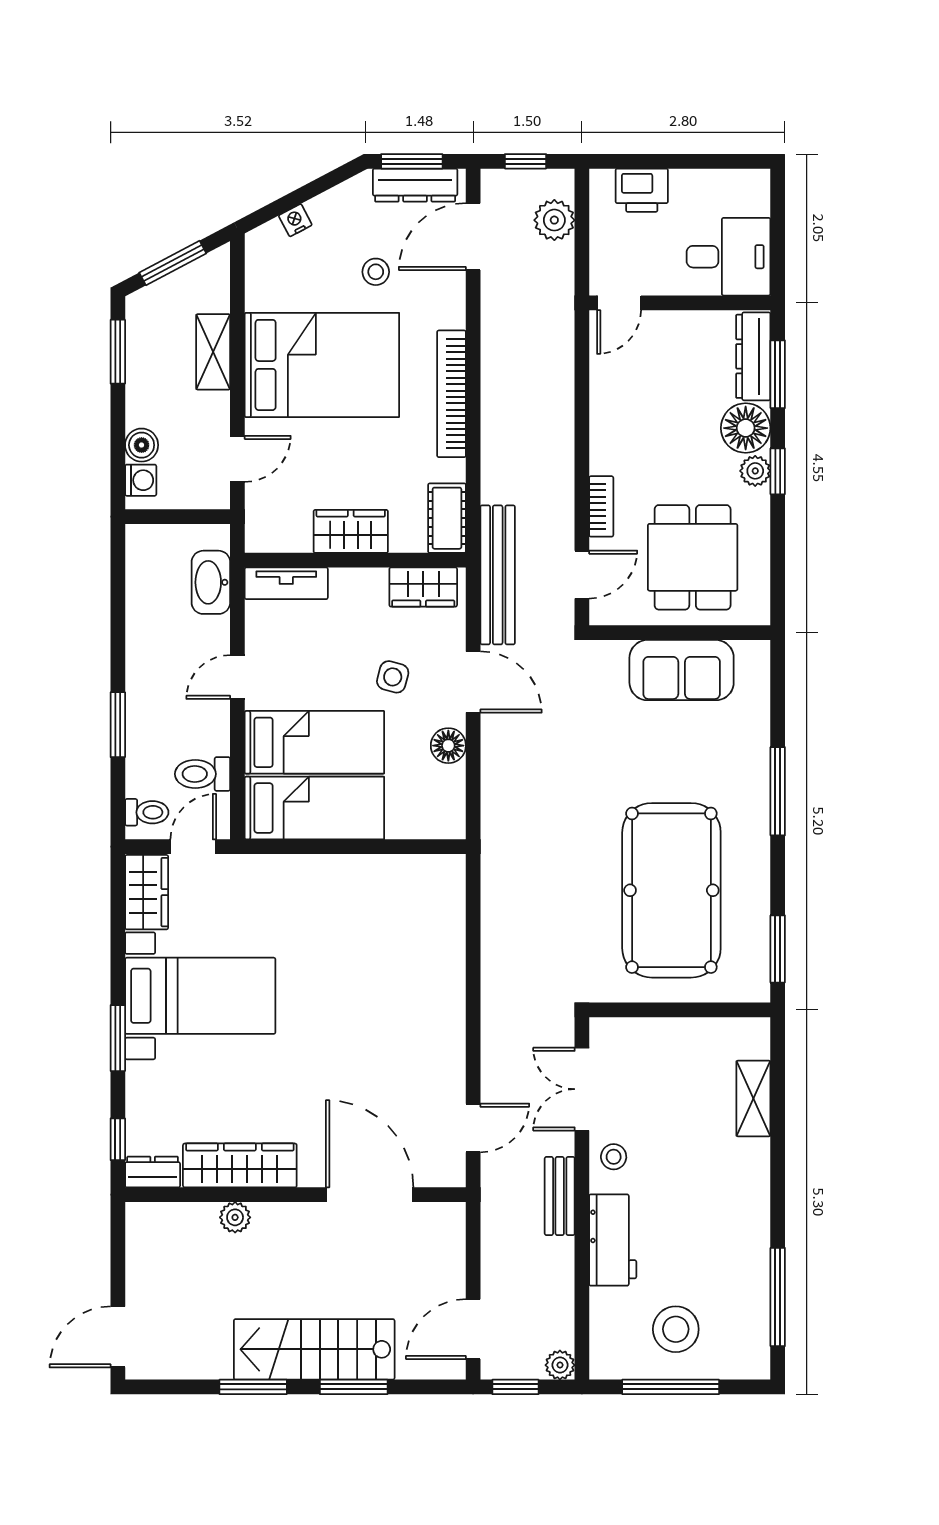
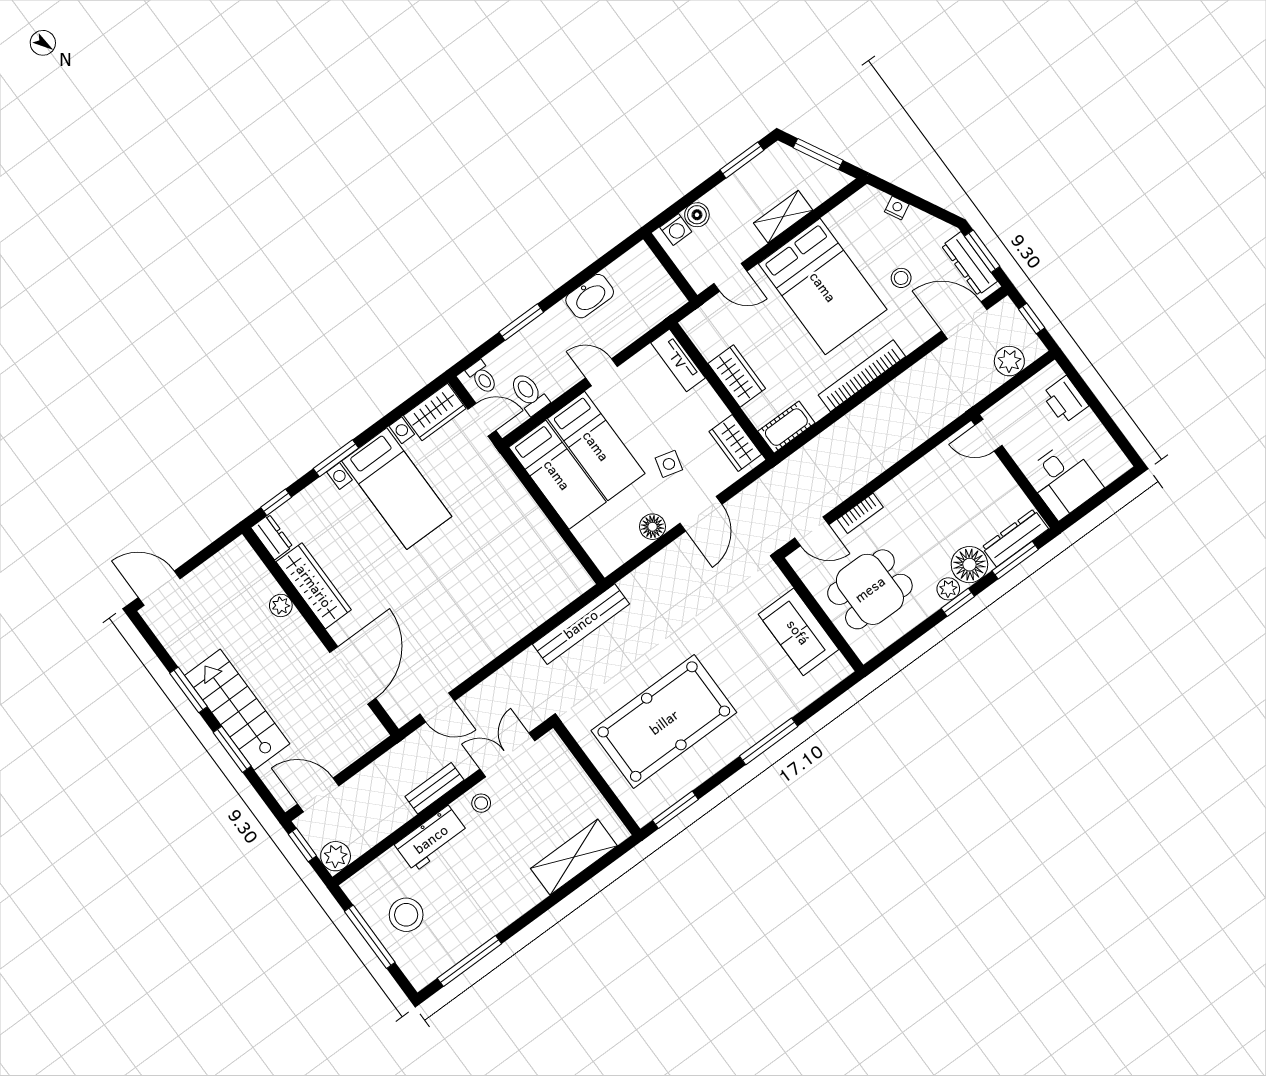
bench: (498, 575) -> (581, 624), moved
washbasin: (211, 582) -> (590, 296), moved, turned 180
shelving: (753, 1099) -> (574, 857), width x1.50, depth x1.33
plant: (560, 1365) -> (336, 856), width x1.38, depth x1.38

